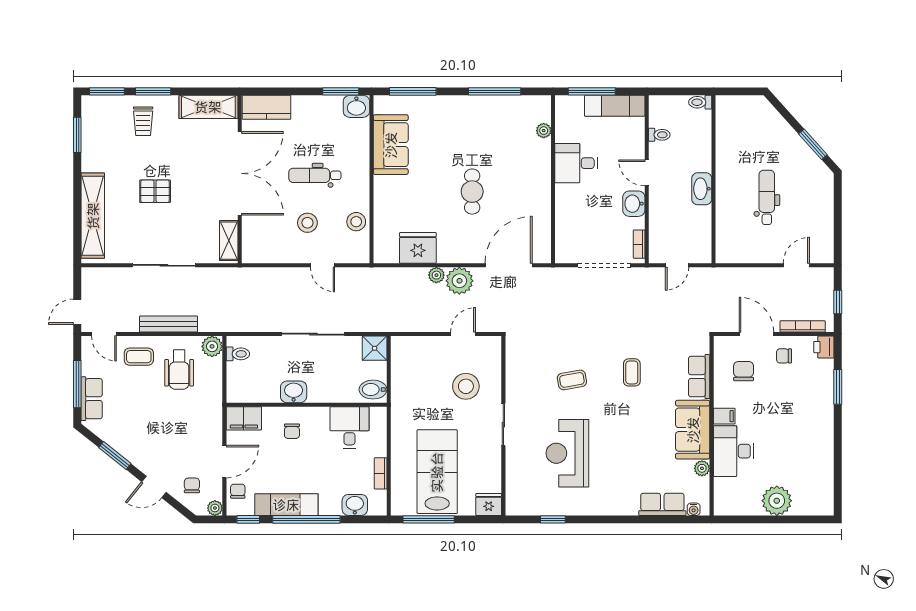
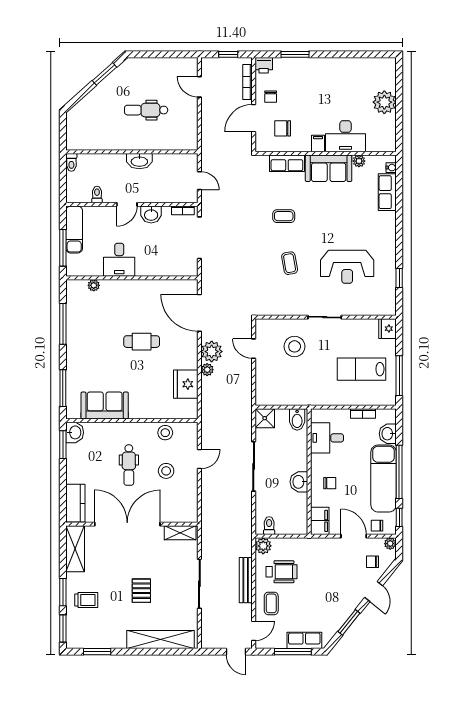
lab bench: (437, 472) -> (362, 369), width x0.73, depth x0.72
exam couch: (286, 505) -> (384, 479), width x1.36, depth x1.45

